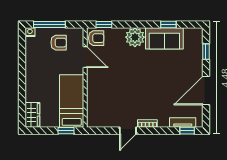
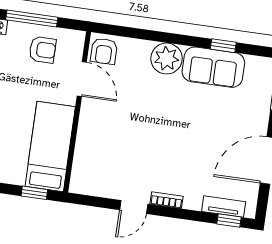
window: (104, 24) -> (119, 31), removed
armchair: (96, 38) -> (104, 51), turned 90

